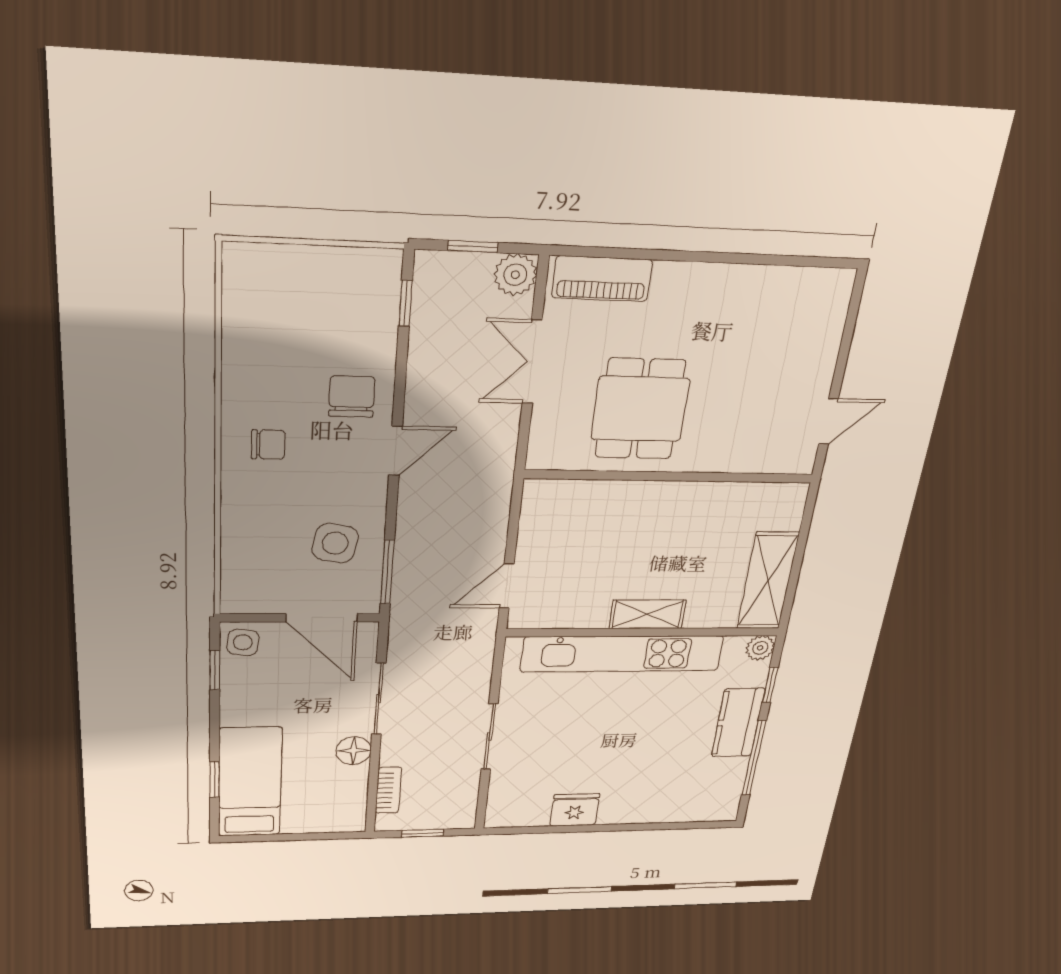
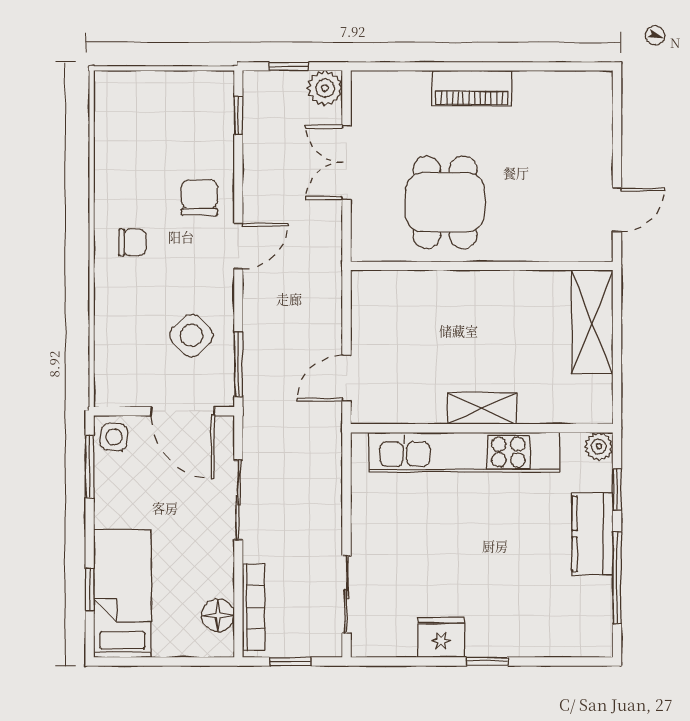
piano: (602, 279) -> (472, 88), moved
side table: (335, 543) -> (191, 335), turned 35
shelving: (768, 581) -> (592, 322), moved
window: (215, 670) -> (90, 467), width x1.50
sliding door: (490, 737) -> (347, 594), moved
floor lamp: (354, 751) -> (218, 615), moved
bookcase: (388, 790) -> (254, 607), width x1.56
window: (616, 828) -> (487, 661), added

